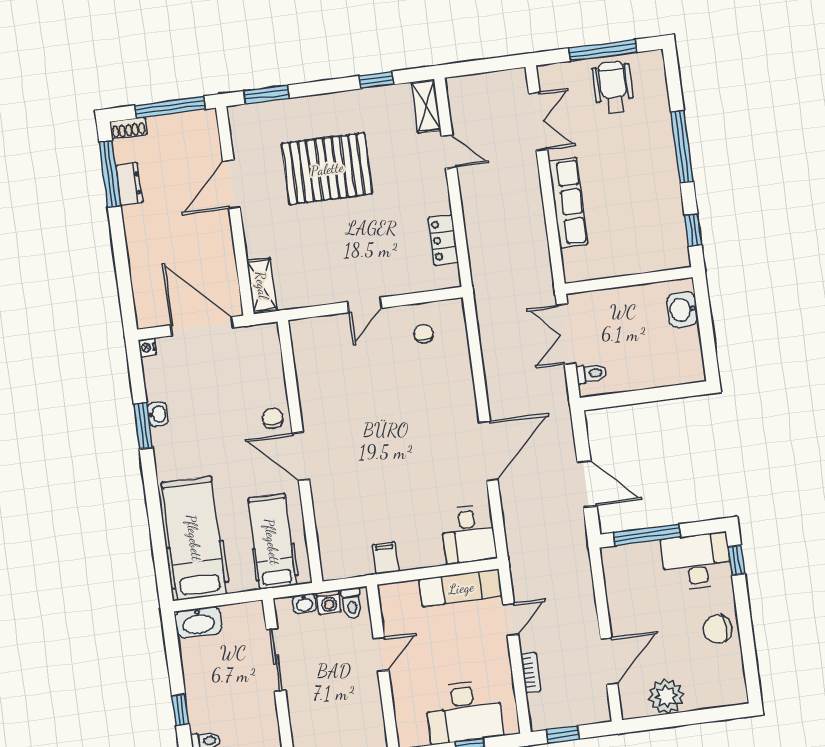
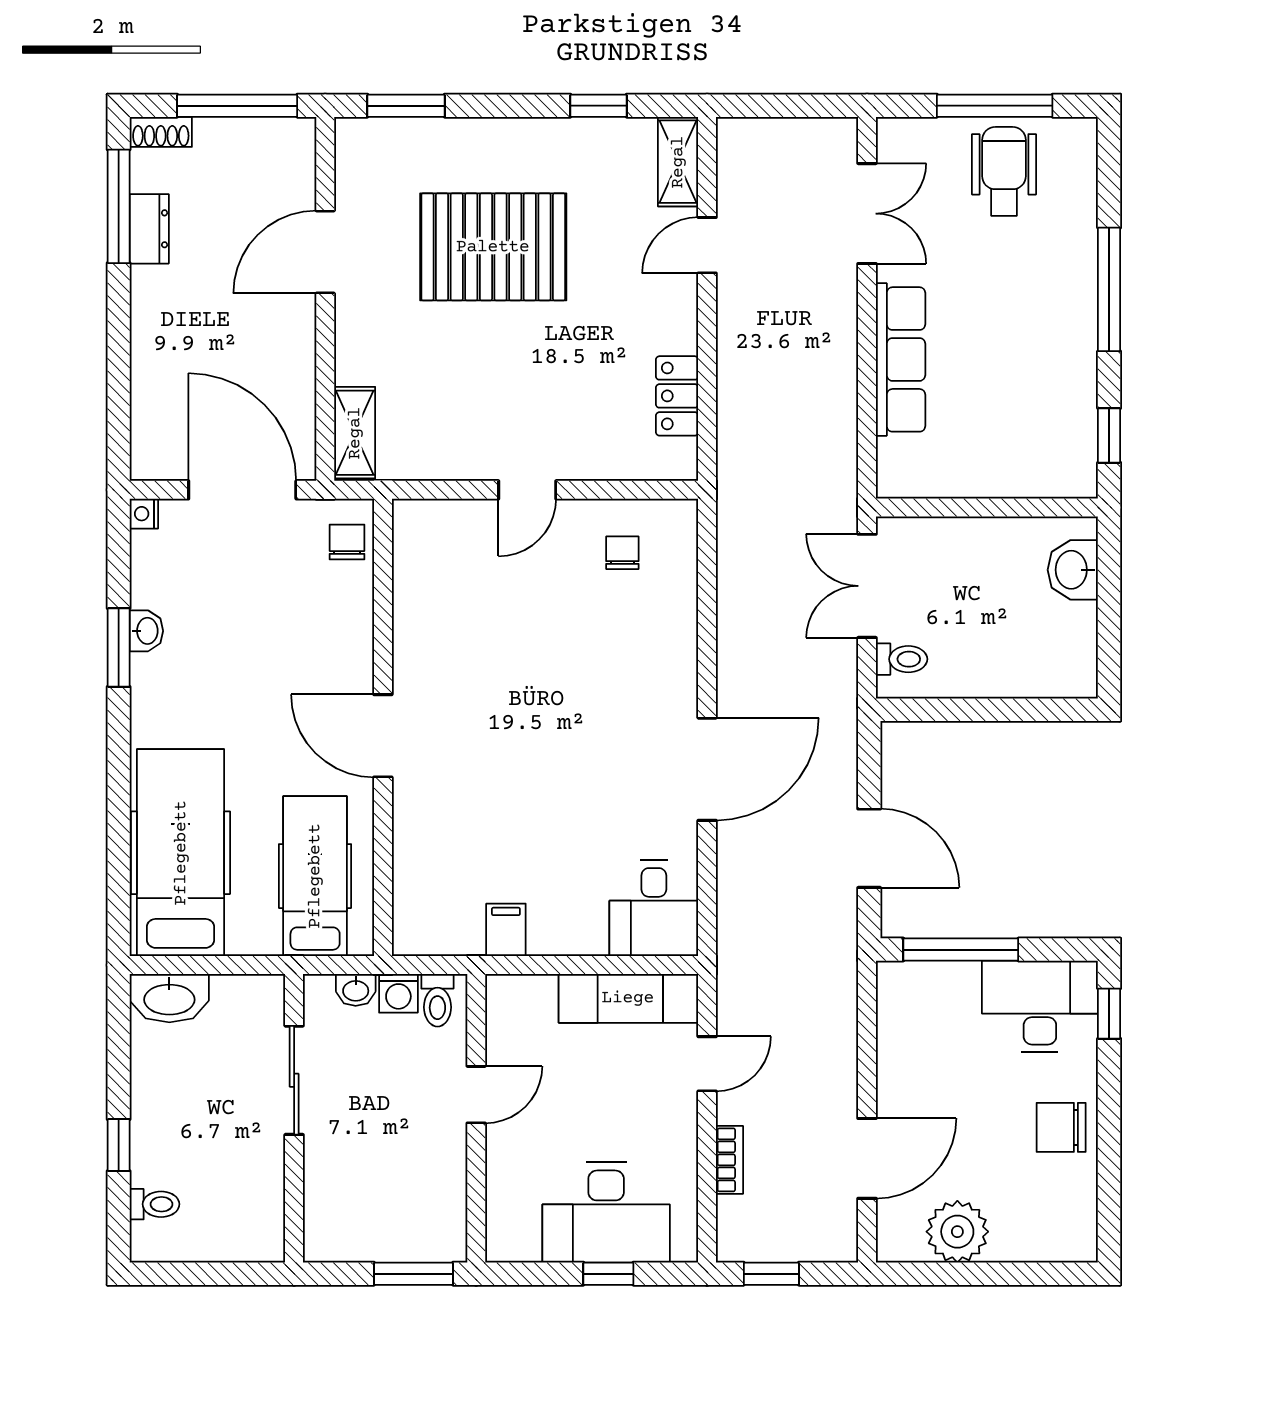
door: (449, 152) -> (707, 245), swing flipped
chair: (273, 418) -> (347, 542), moved

